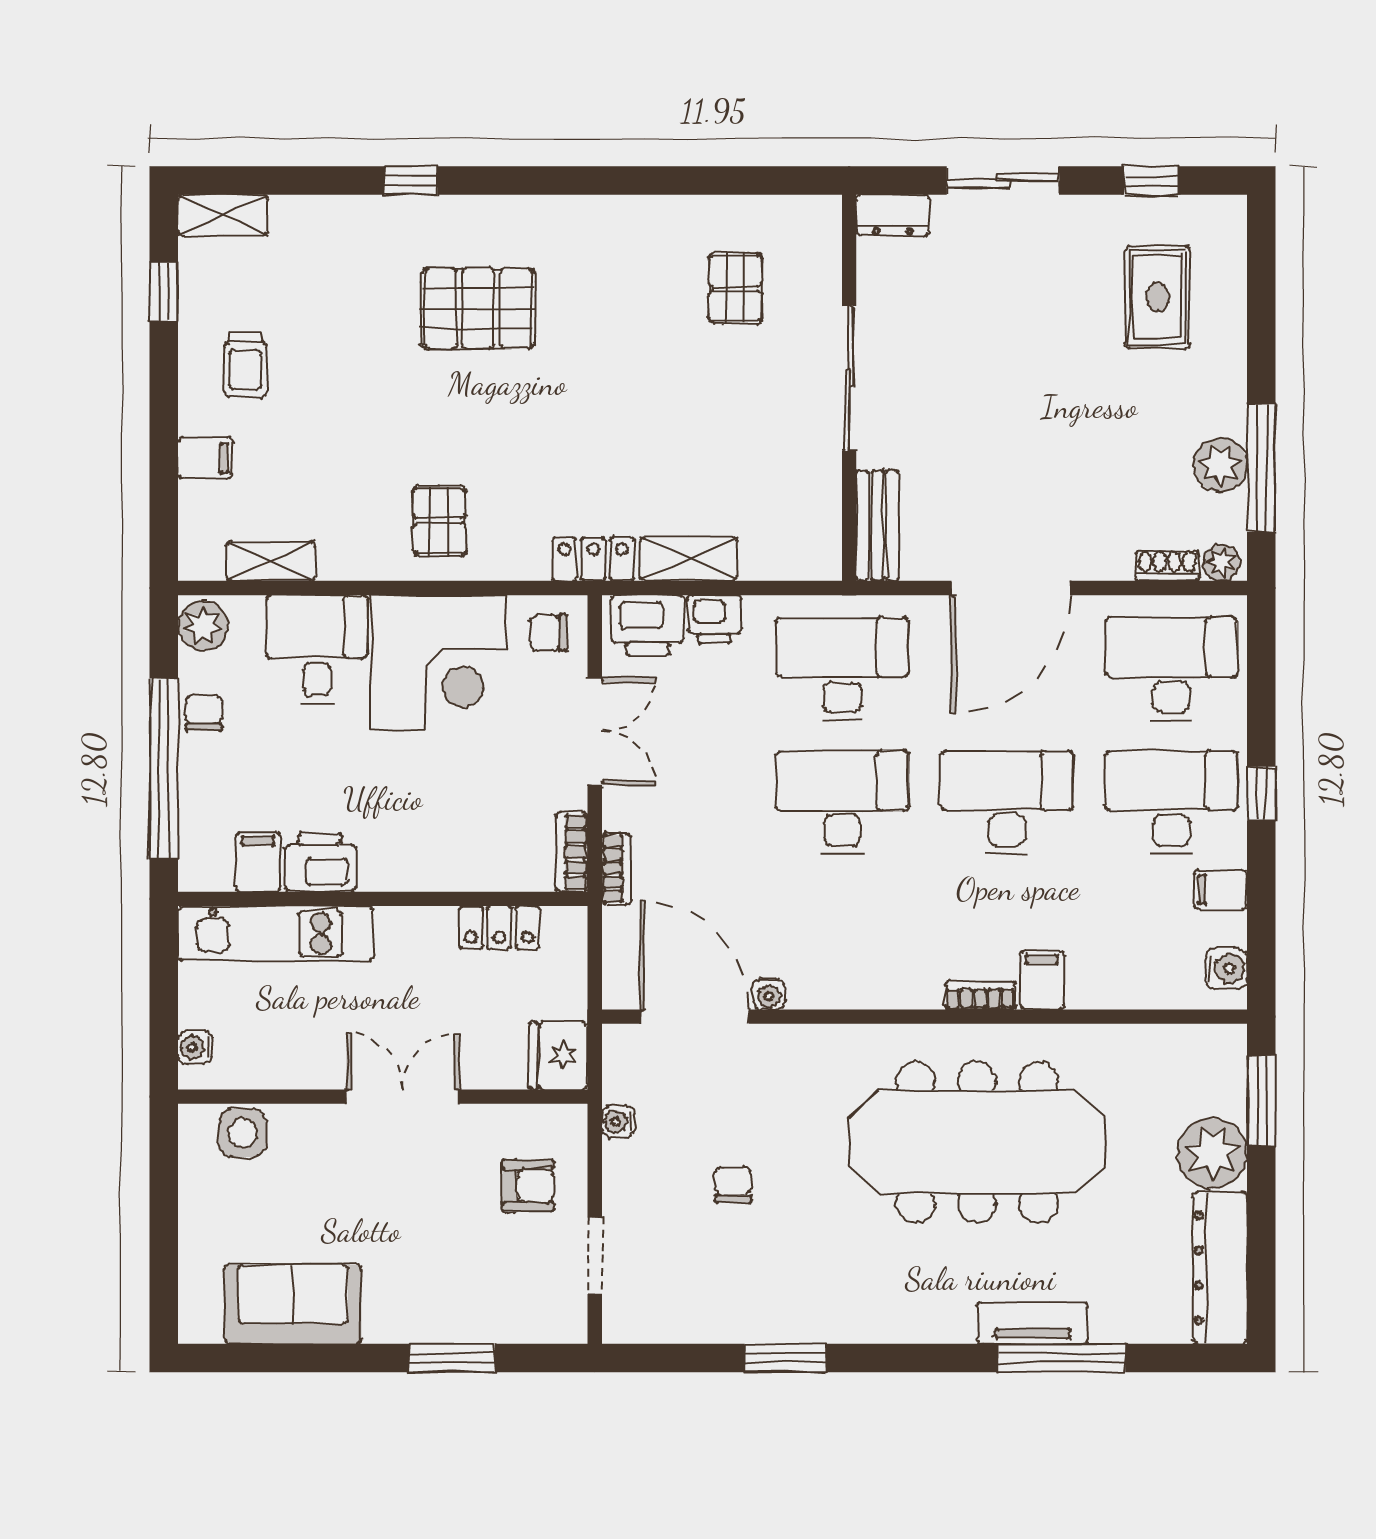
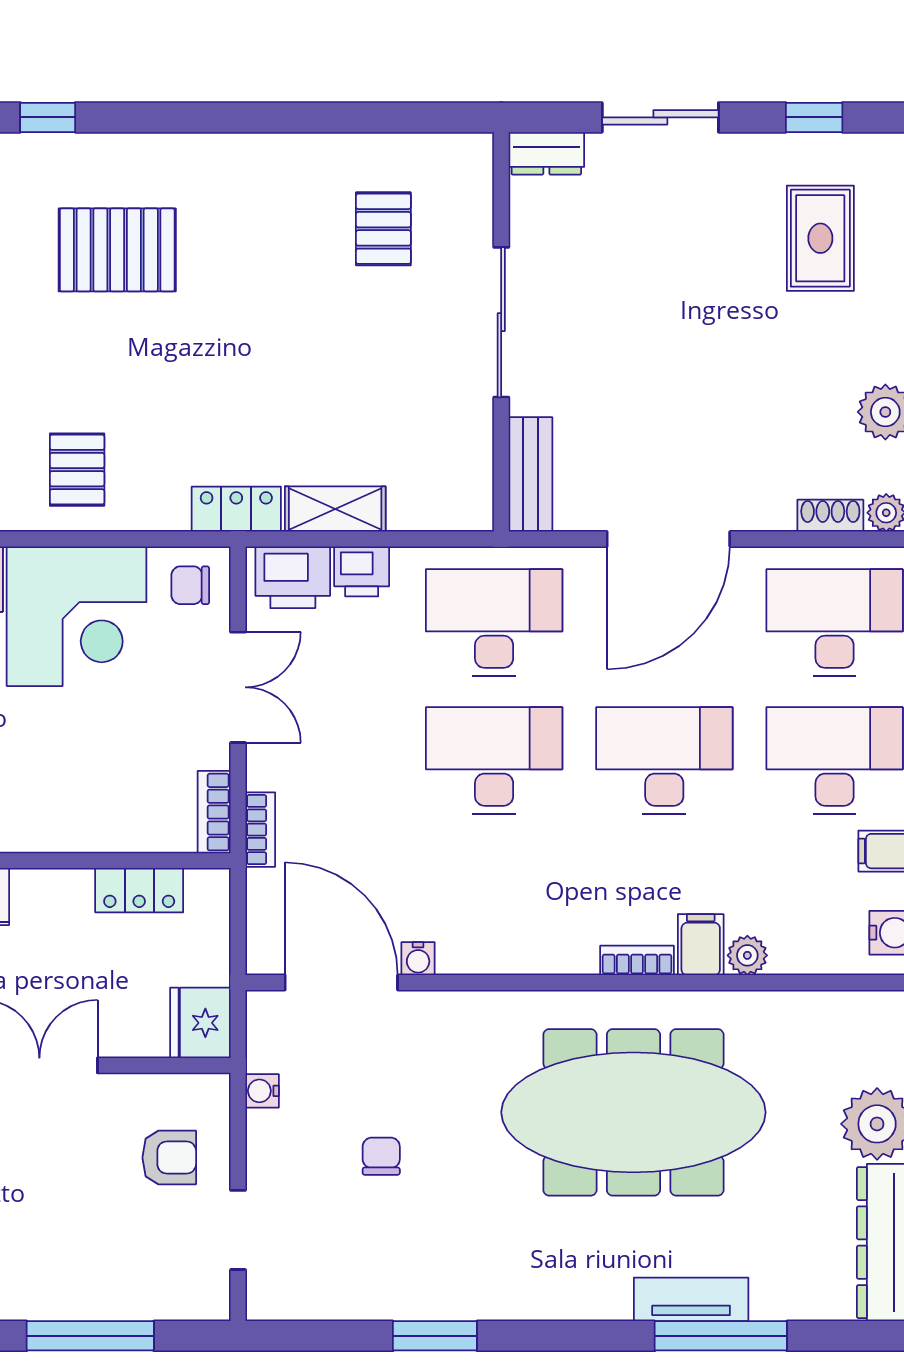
plant: (1087, 990) -> (747, 955), added
window: (452, 1358) -> (90, 1336), width x1.44

